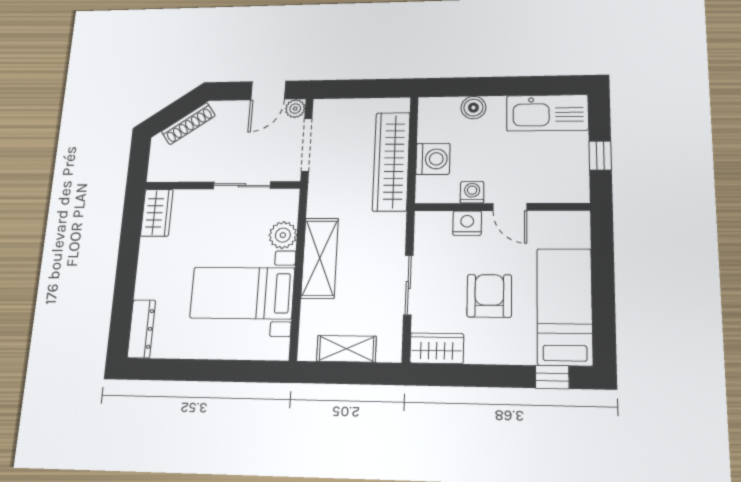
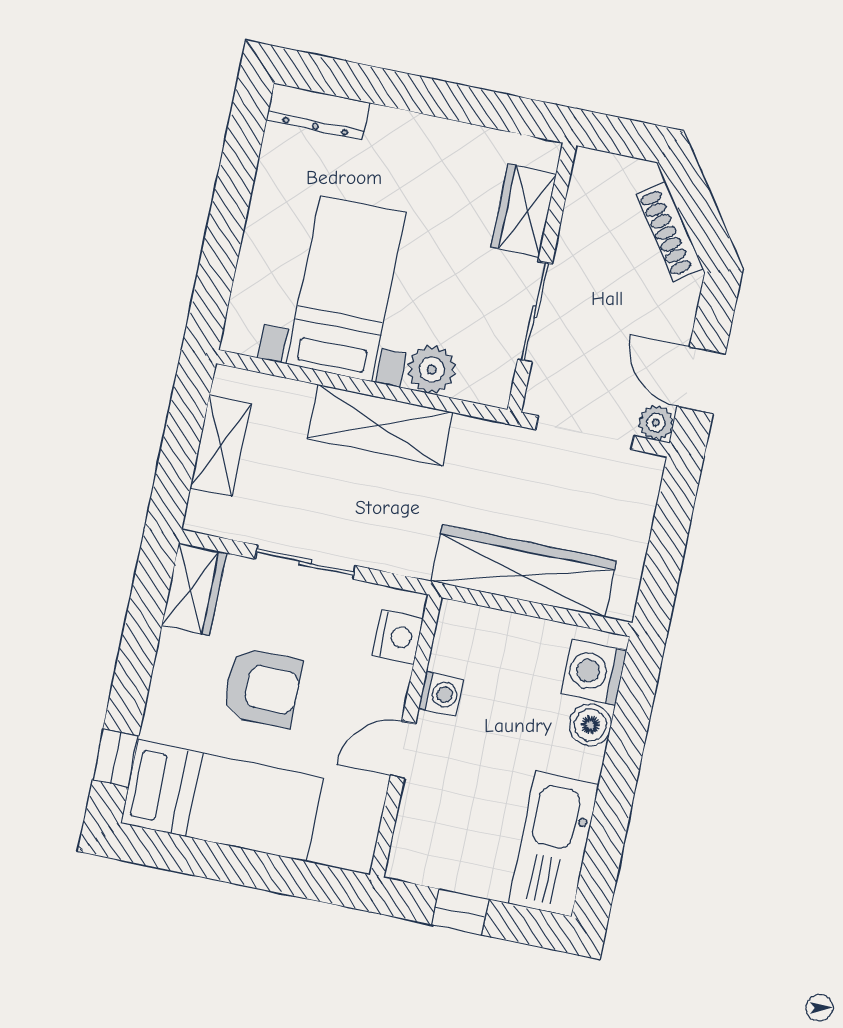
washing machine: (433, 159) -> (594, 672), moved, turned 90
wardrobe: (157, 213) -> (524, 211), moved, turned 90
nightstand: (467, 223) -> (398, 637), moved

